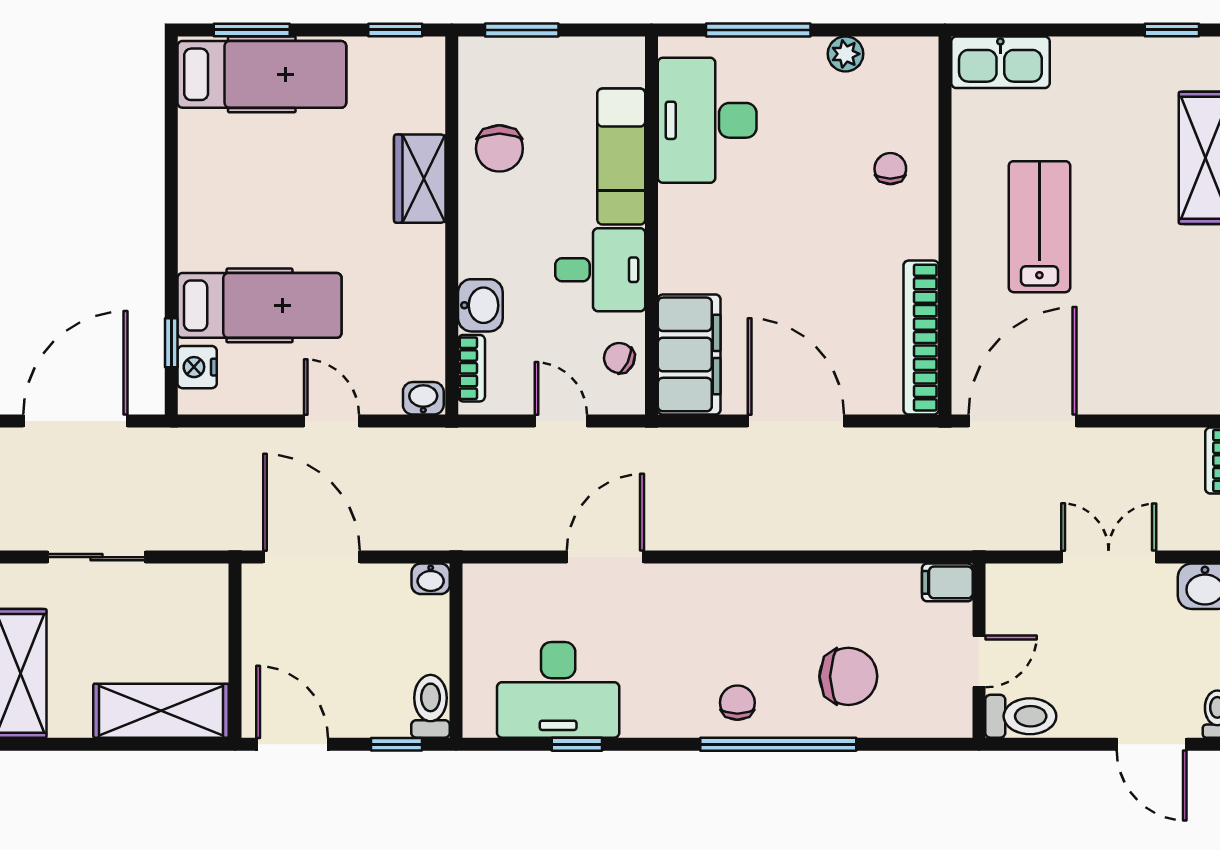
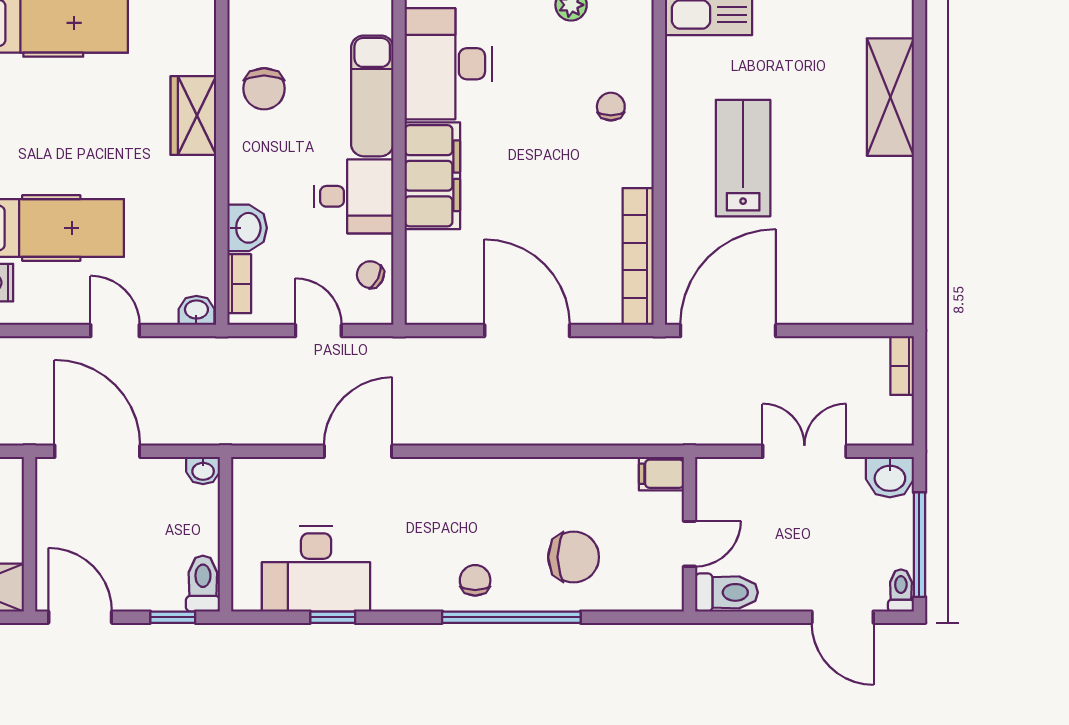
filing cabinet: (689, 354) -> (432, 176), moved

